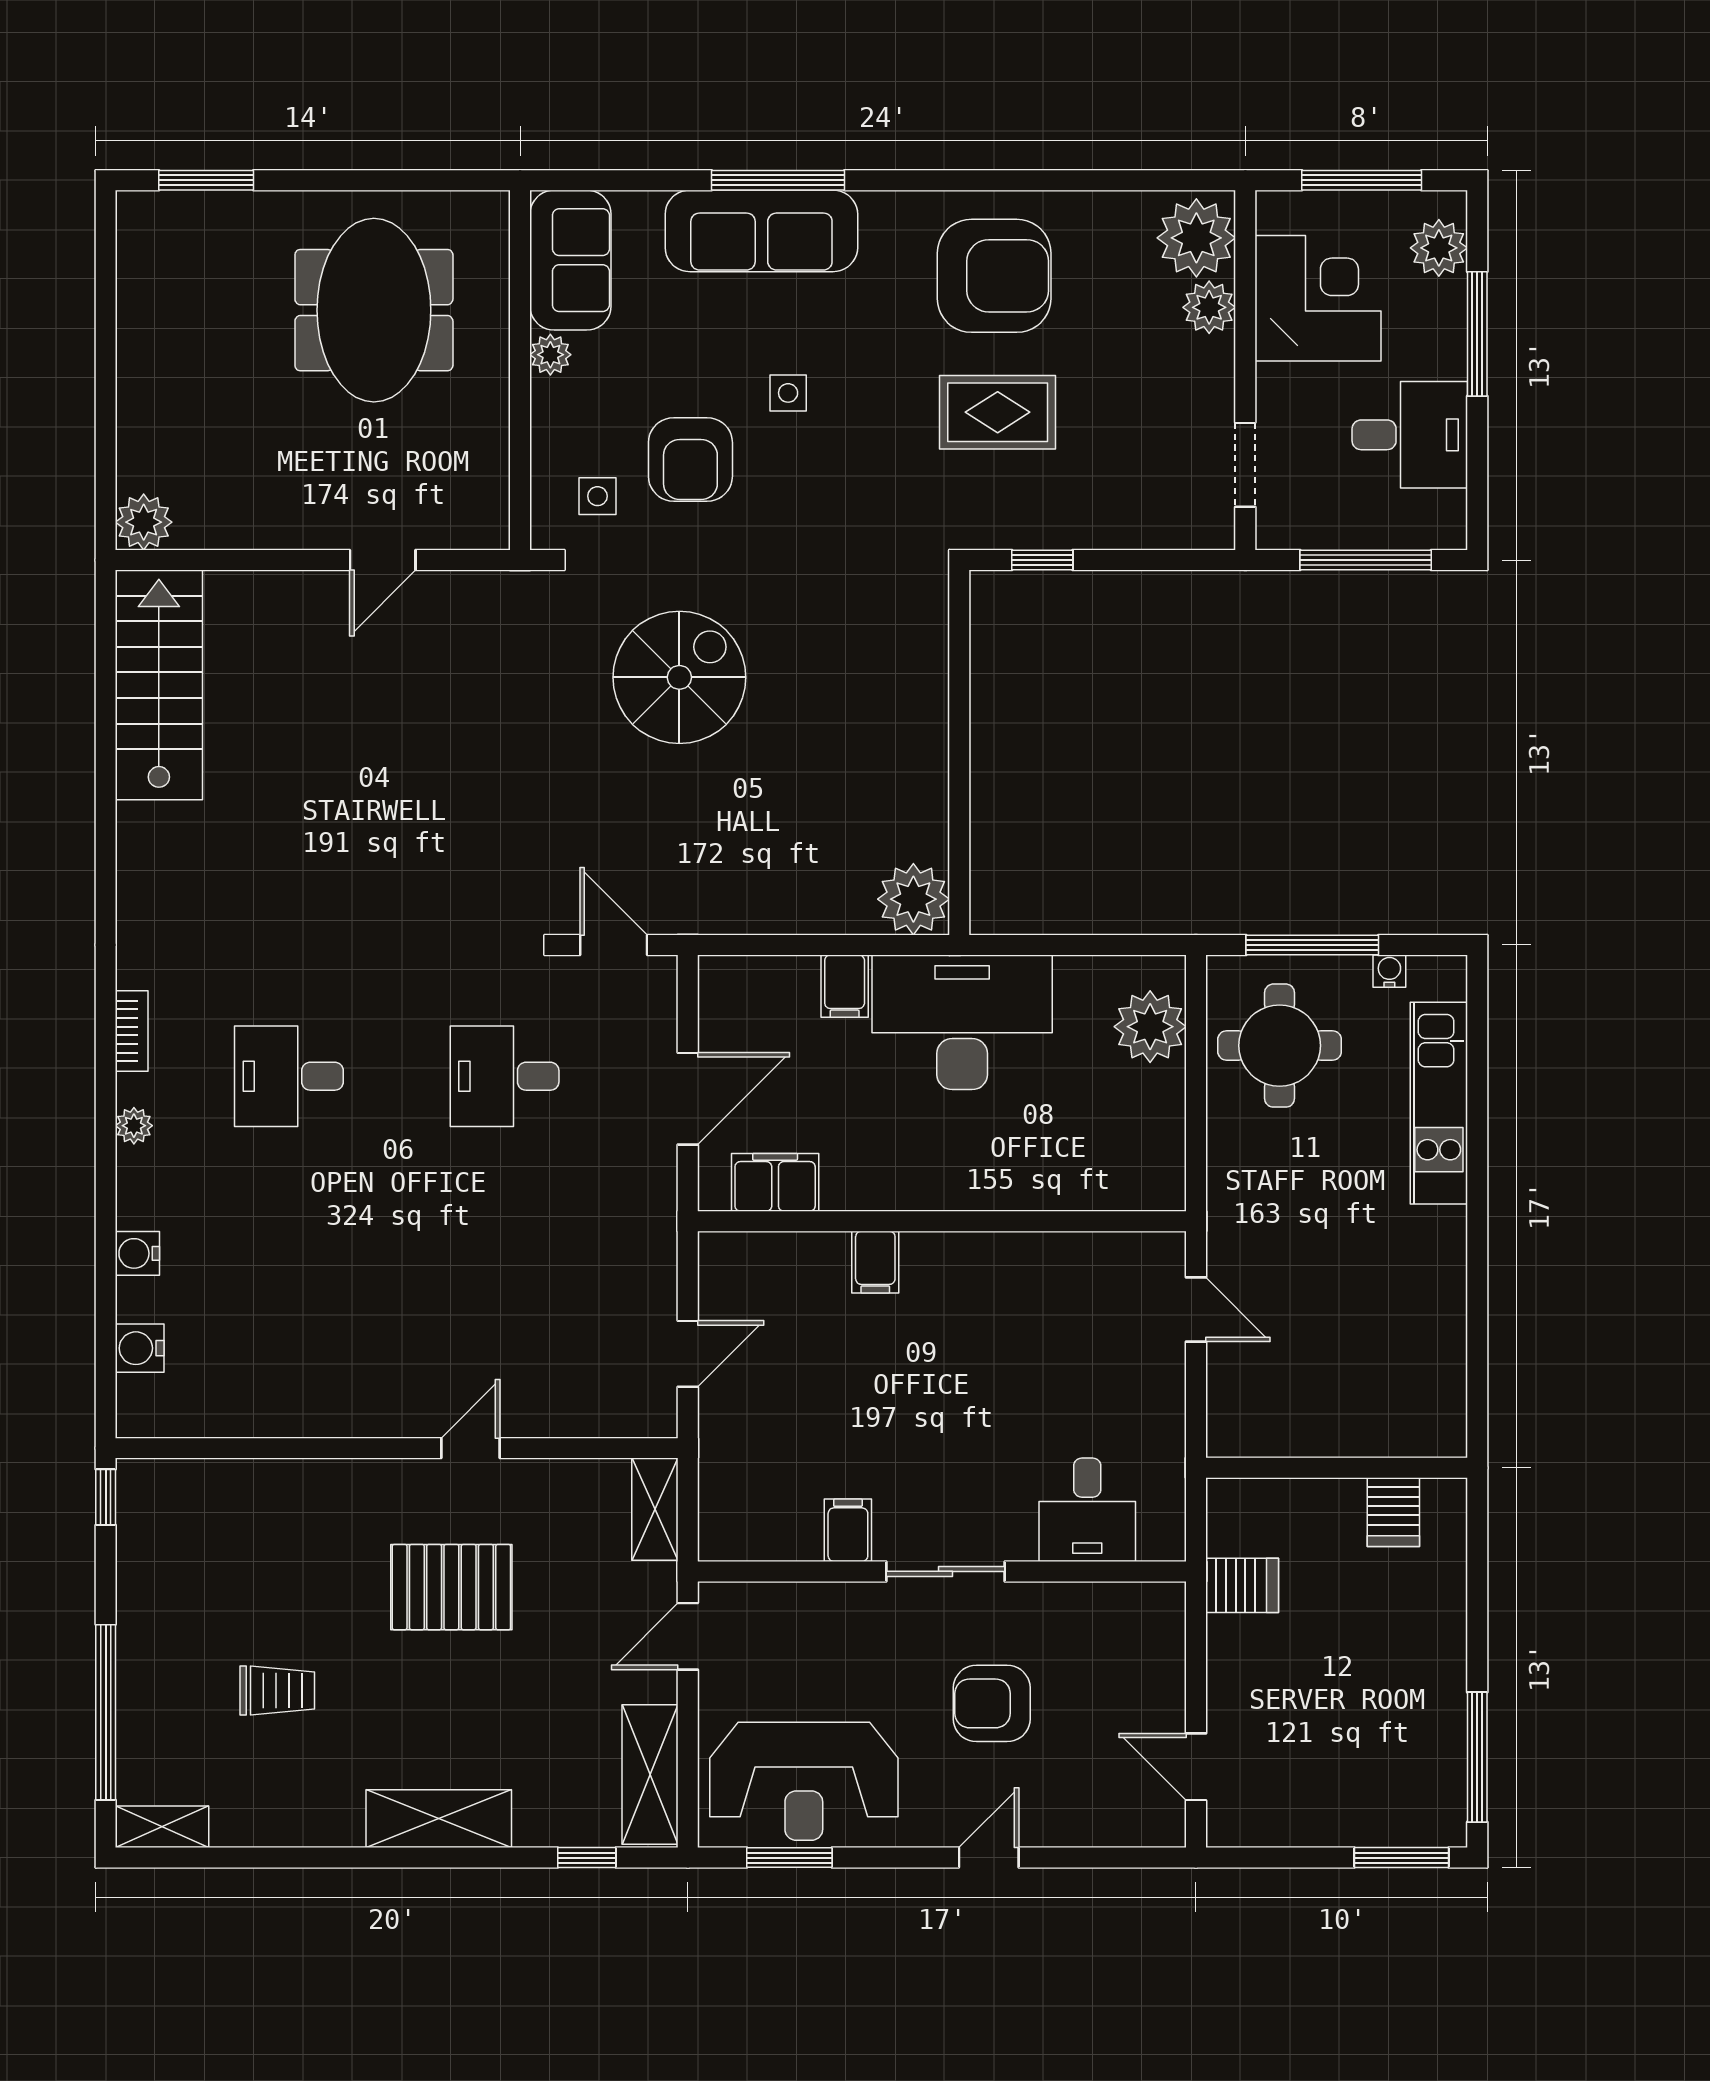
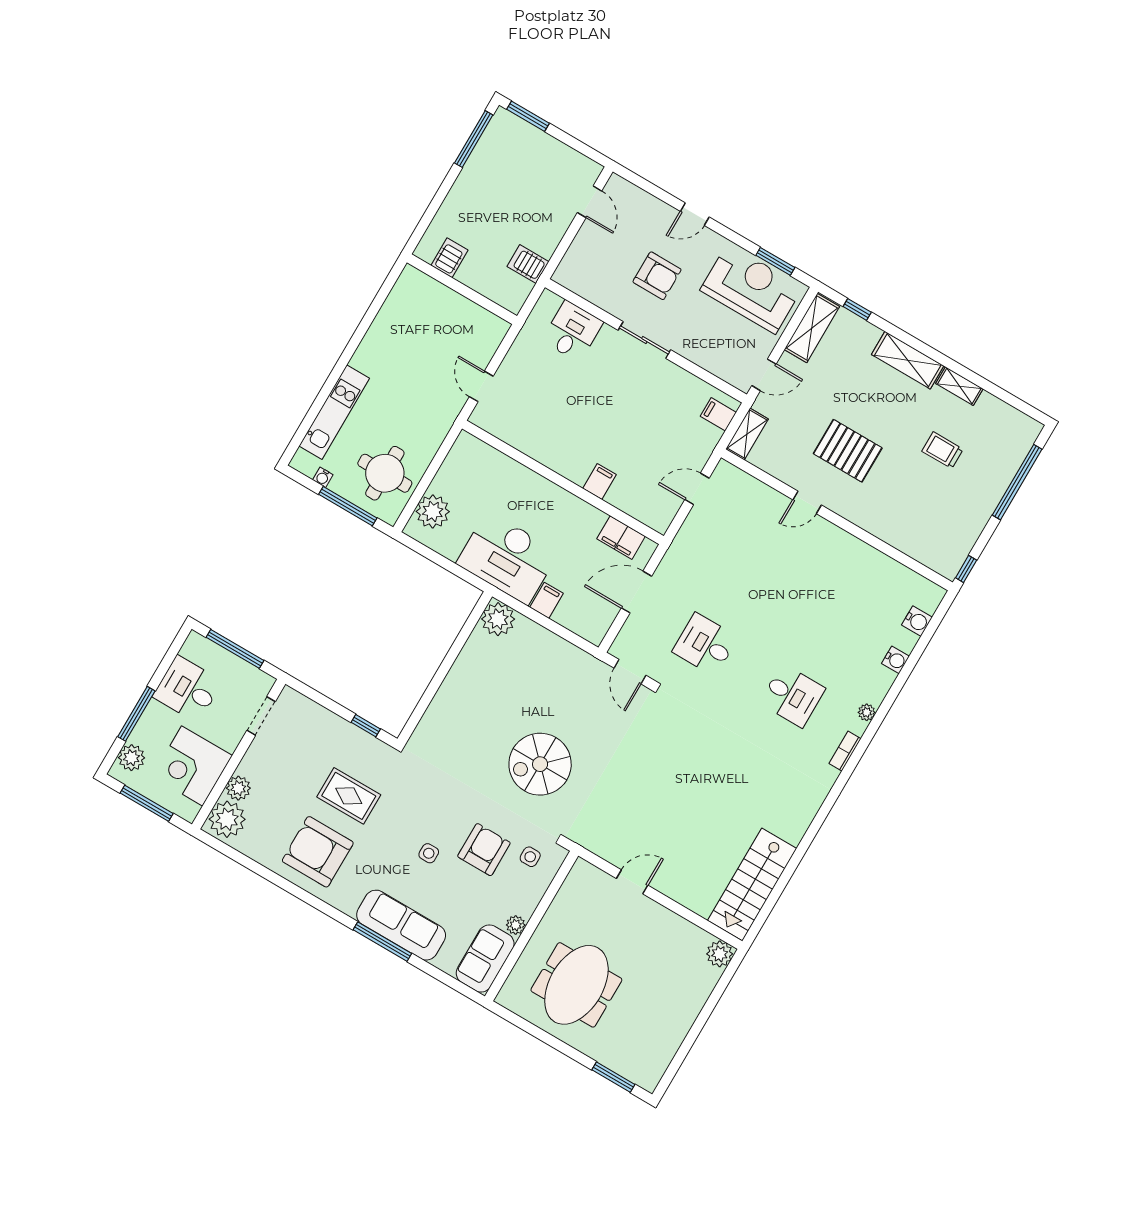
desk: (505, 1076) -> (705, 644), turned 180
filing cabinet: (848, 1530) -> (718, 414), moved, turned 90
shelving: (162, 1827) -> (959, 386), moved

